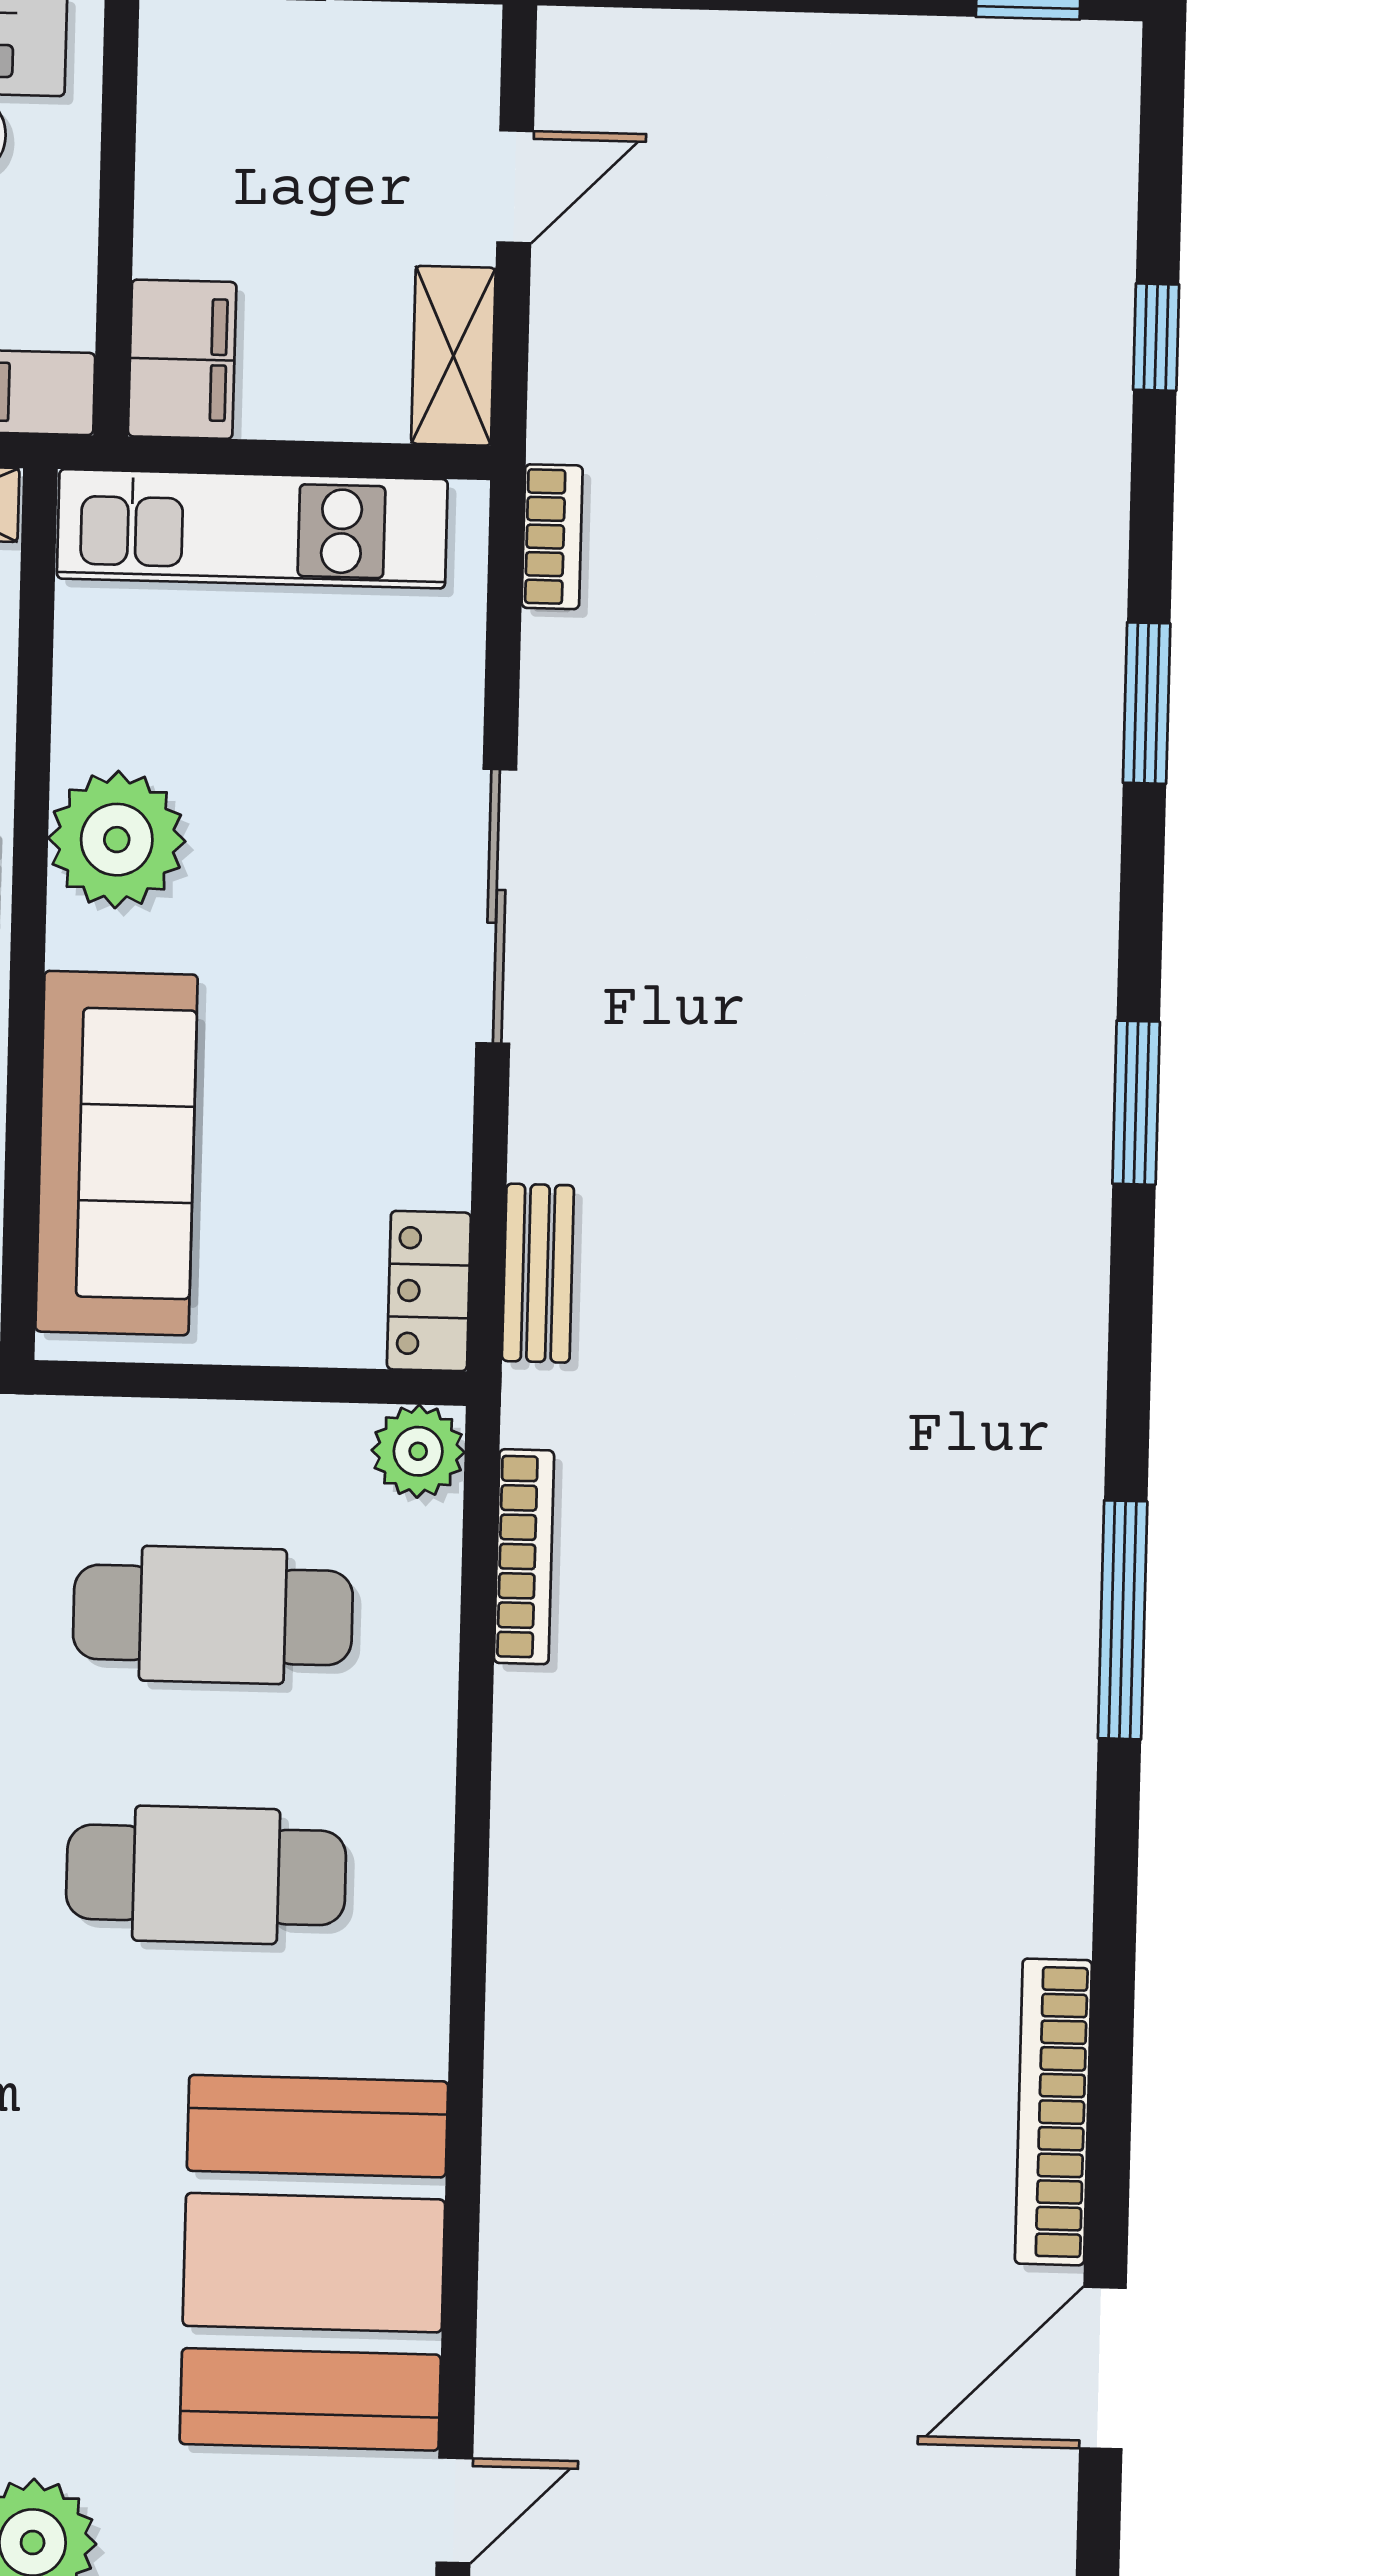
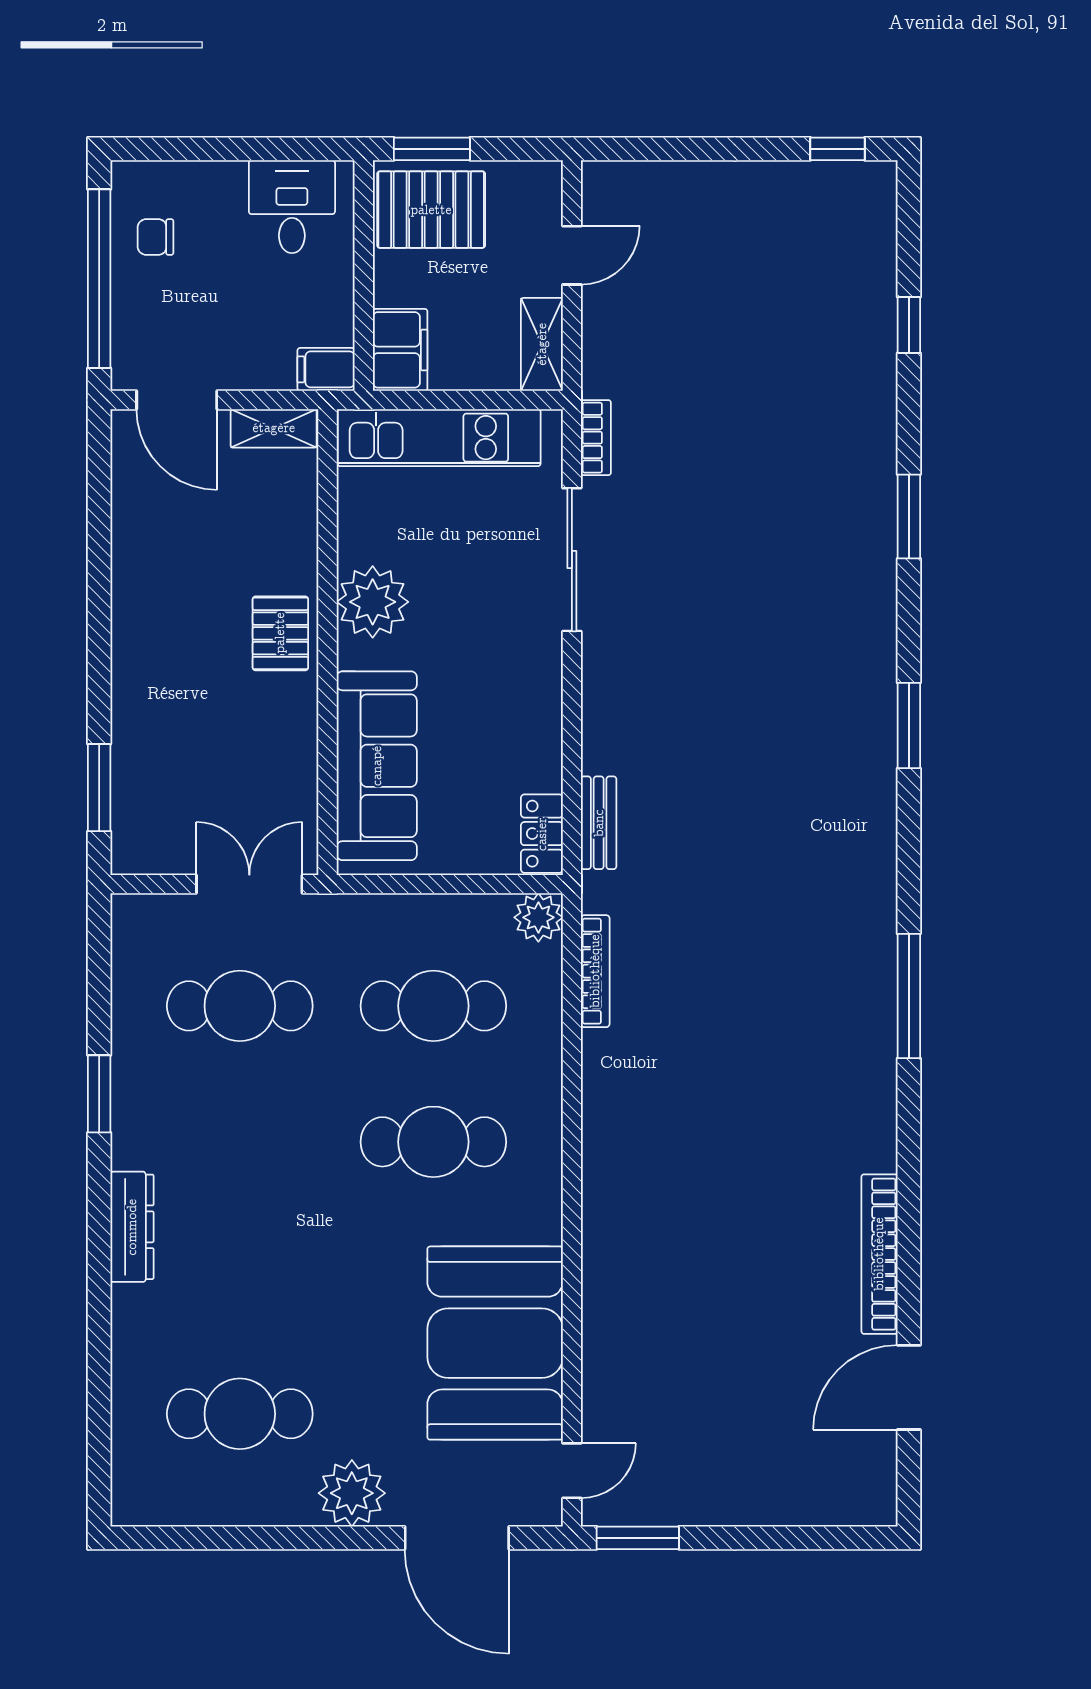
pallet: (248, 92) -> (431, 210), added
sliding door: (496, 906) -> (572, 560), moved

